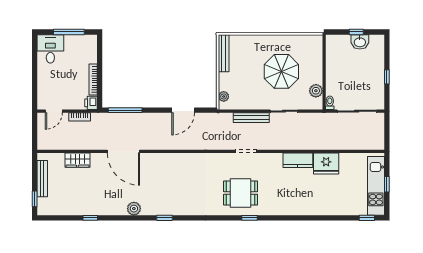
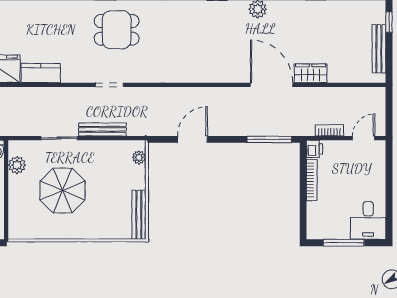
wardrobe: (77, 160) -> (311, 73), moved

